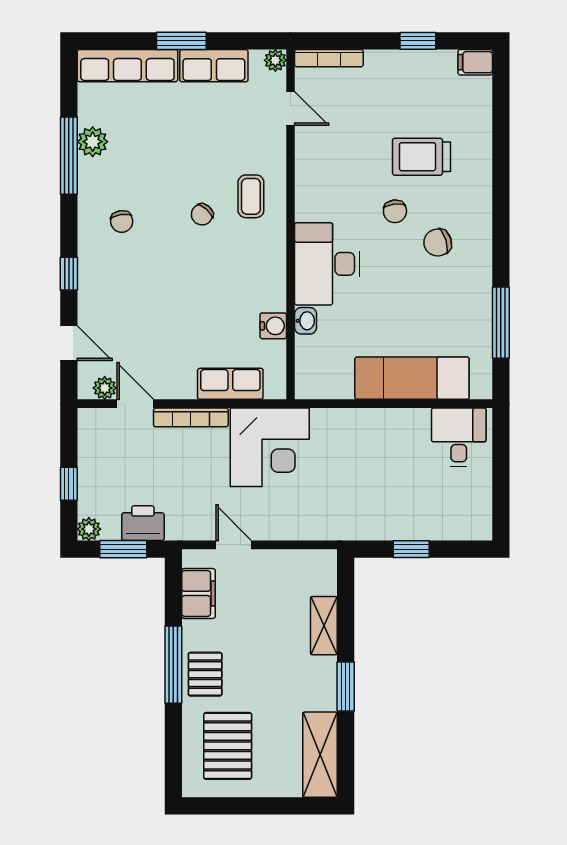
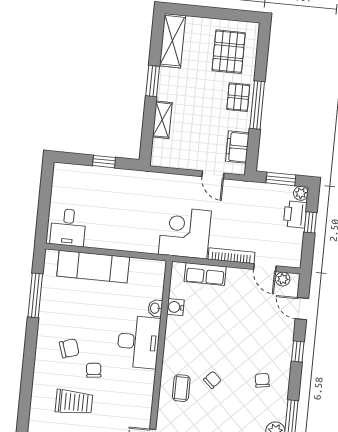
printer: (143, 523) -> (295, 214), moved, turned 90

